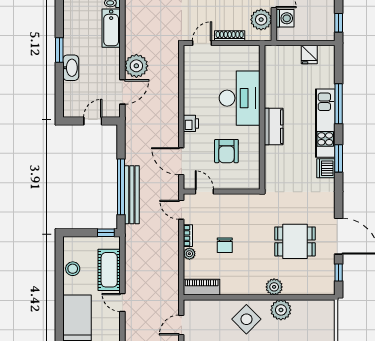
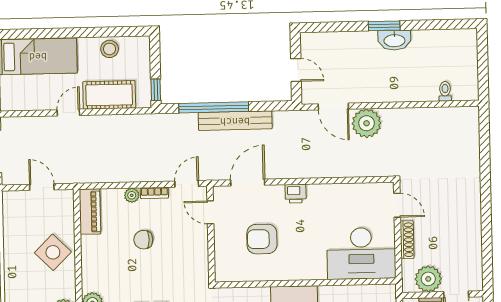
bathtub: (111, 28) -> (413, 90), removed
washbasin: (71, 68) -> (394, 40), moved
desk: (240, 98) -> (361, 253), moved
door: (204, 192) -> (210, 212), swing flipped
bench: (132, 195) -> (235, 121), moved
side table: (246, 319) -> (53, 252), moved

